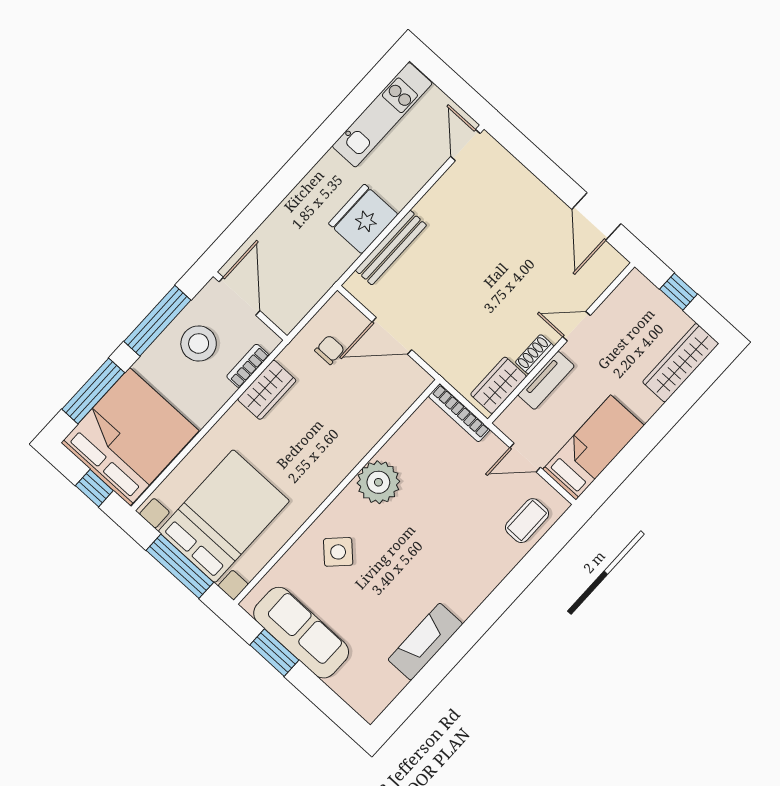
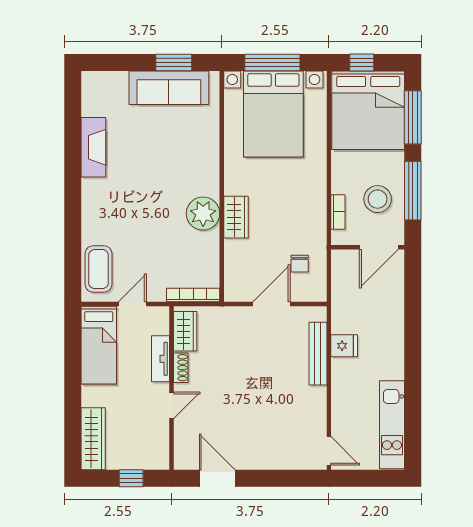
fridge: (363, 219) -> (344, 346), width x0.53, depth x0.75
door: (239, 296) -> (379, 247), hinge flipped
wardrobe: (267, 390) -> (236, 217), moved, turned 180
coffee table: (527, 521) -> (99, 269), width x1.36, depth x1.30
side table: (338, 552) -> (190, 153), removed

